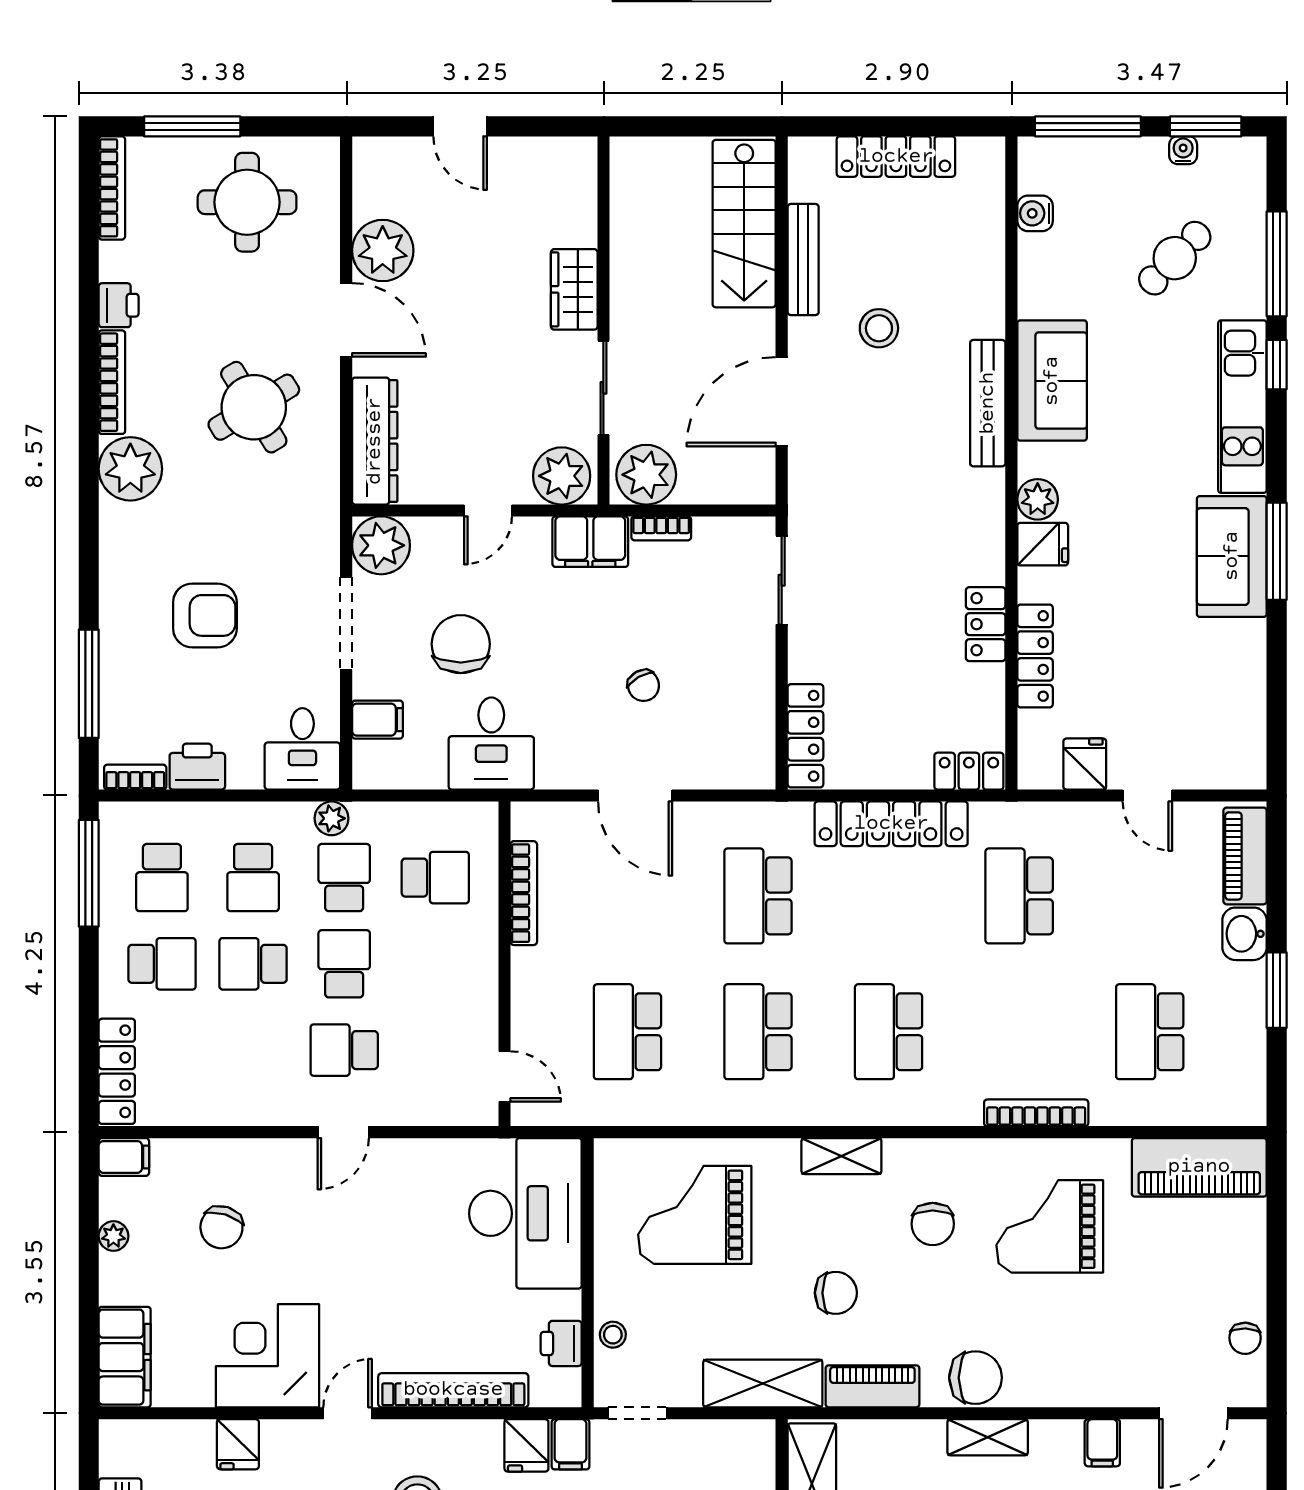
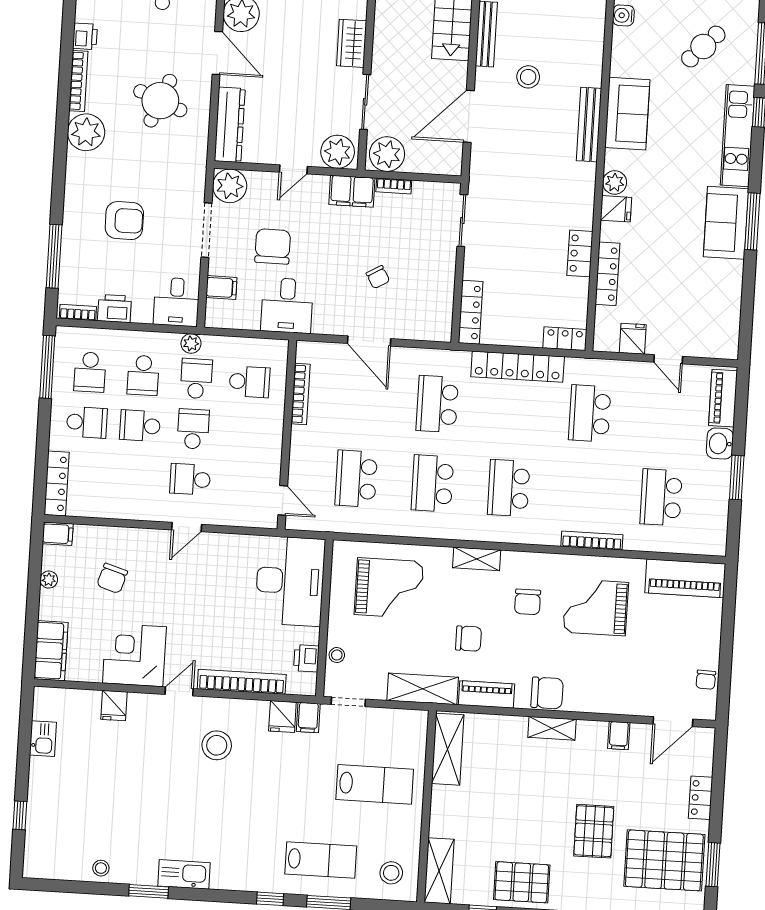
round table: (254, 407) -> (160, 101), turned -37
grand piano: (695, 1215) -> (389, 588), turned 180

